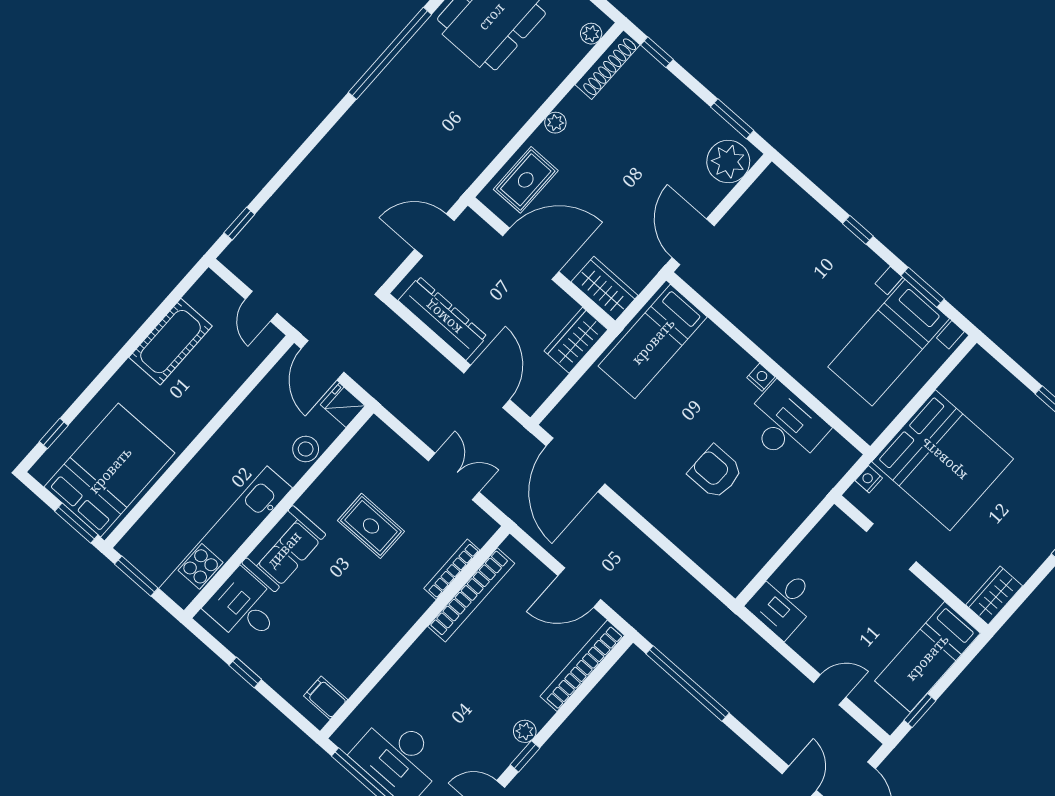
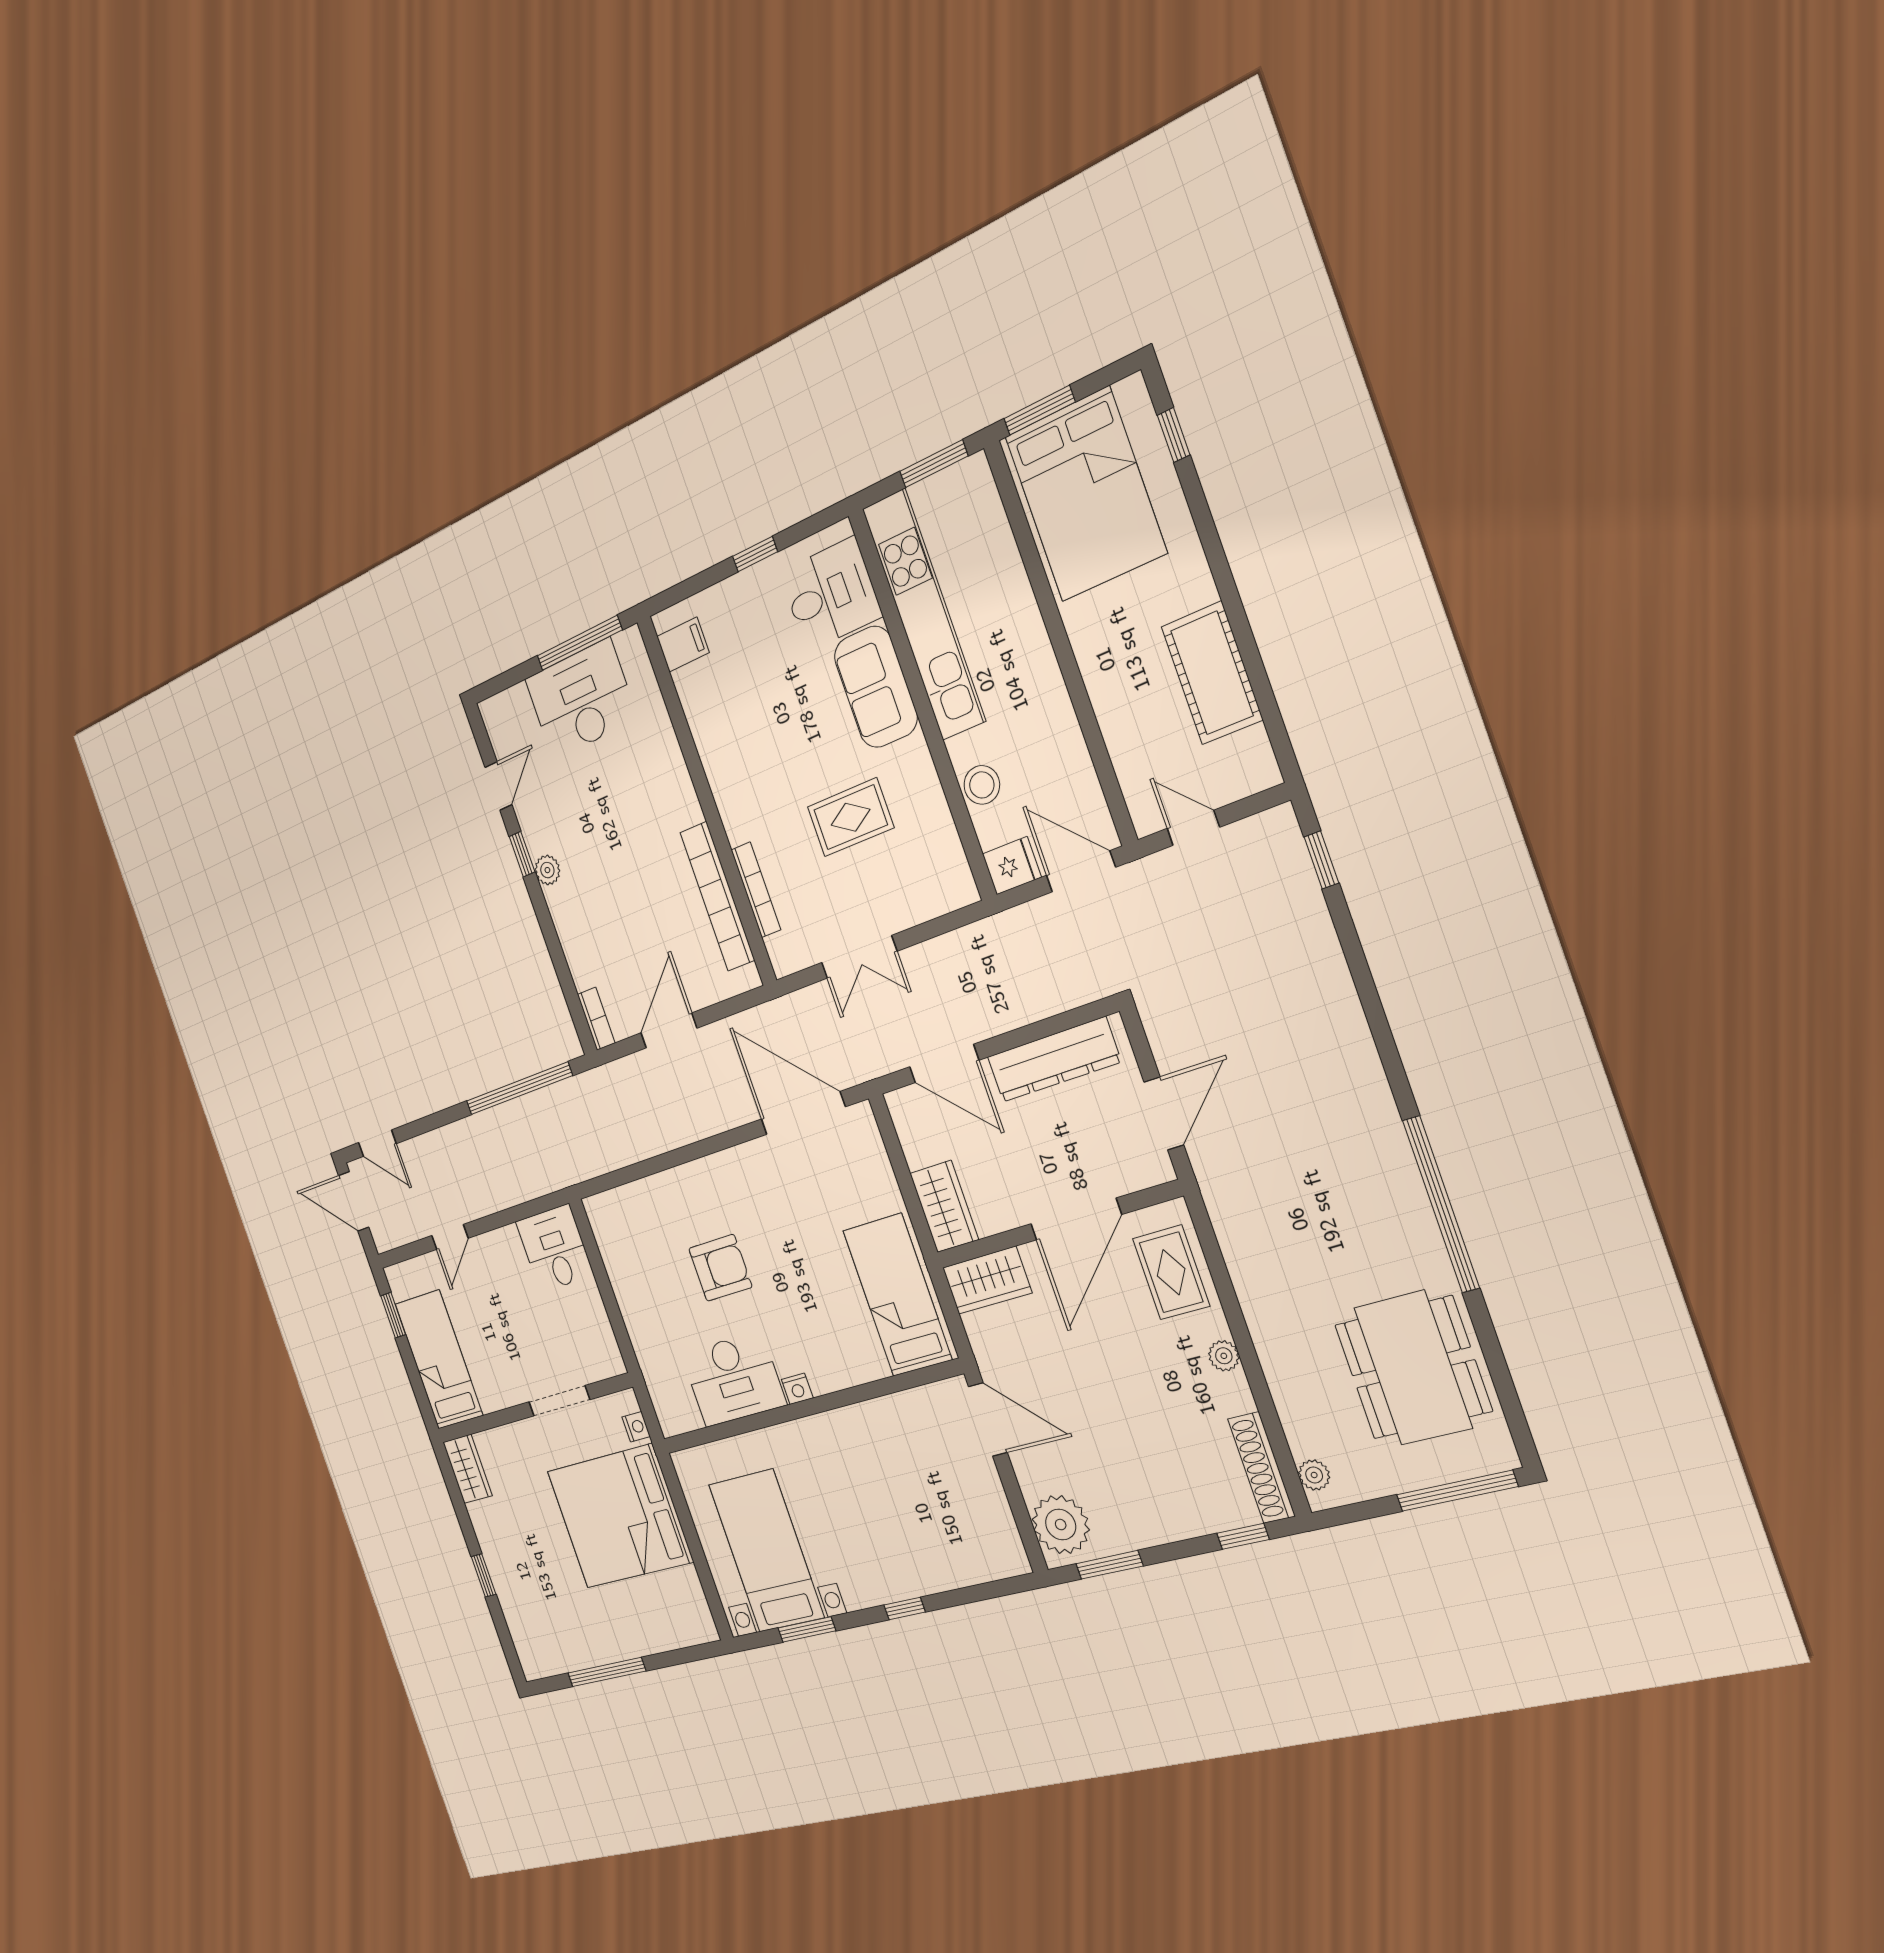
bookcase: (582, 666) -> (596, 1019), width x0.43, depth x0.76

